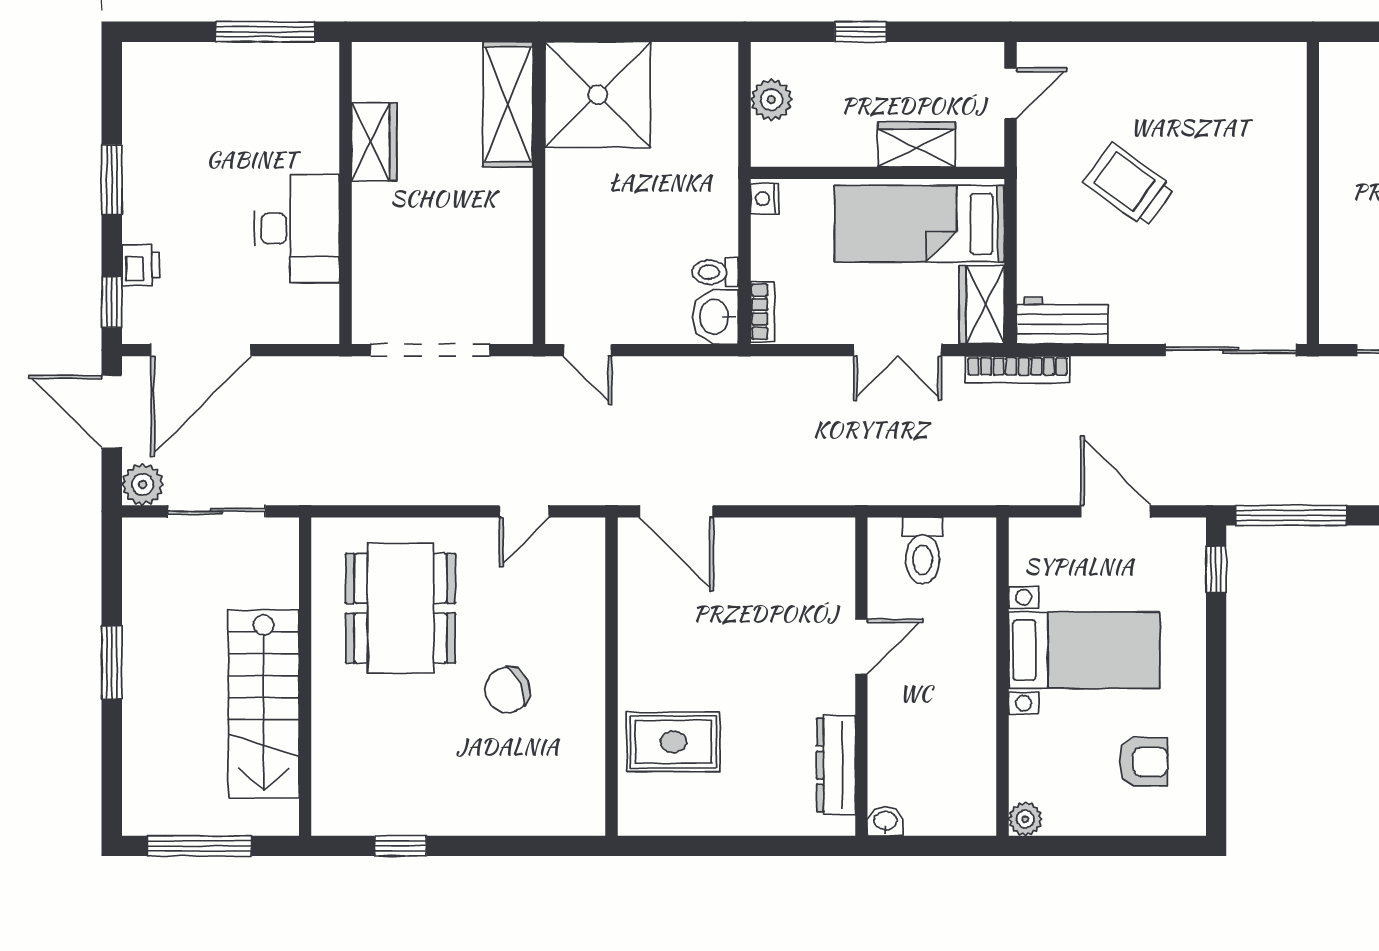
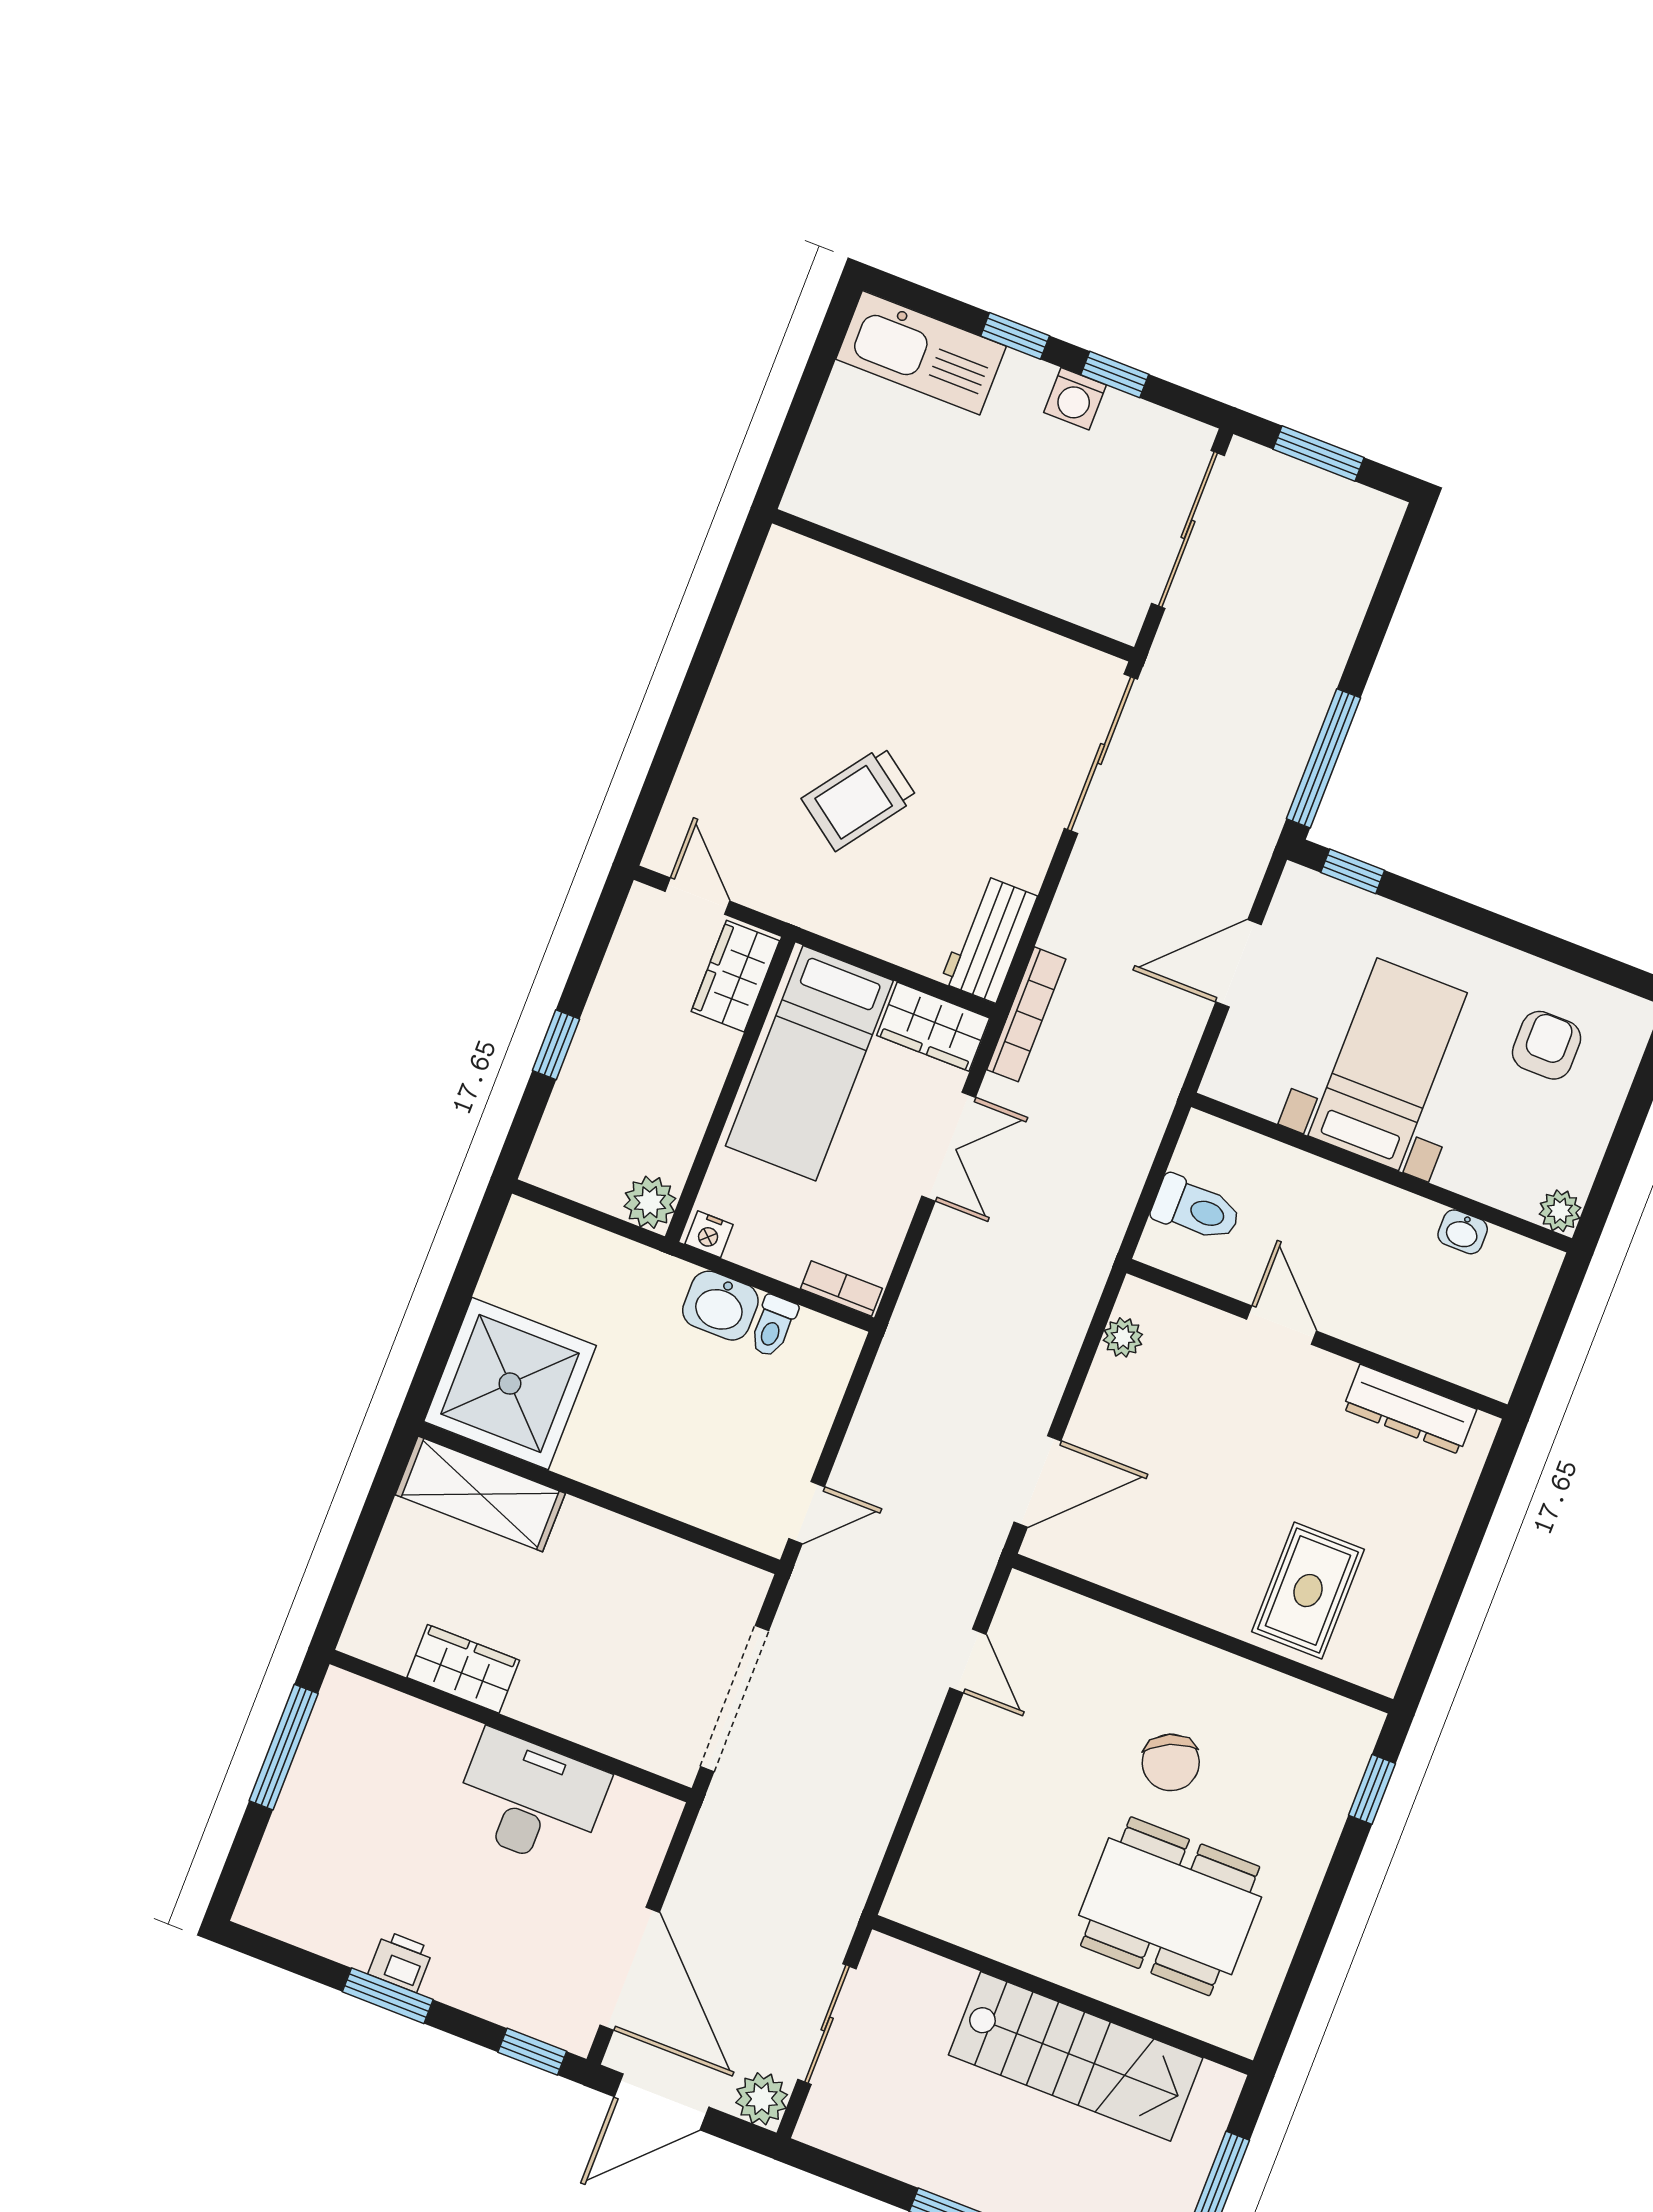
plant: (771, 100) -> (650, 1202), moved
wardrobe: (917, 144) -> (735, 976), moved
printer: (141, 265) -> (401, 1962), moved
washbasin: (715, 317) -> (720, 1306), moved
plant: (807, 533) -> (1123, 1337), added
dining table: (401, 608) -> (1170, 1906), moved
washbasin: (885, 821) -> (1463, 1232), moved, turned -90
window: (400, 846) -> (1372, 1789), moved

